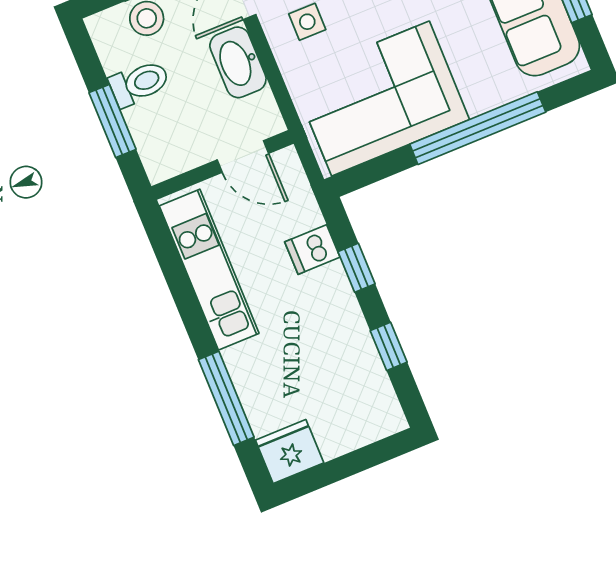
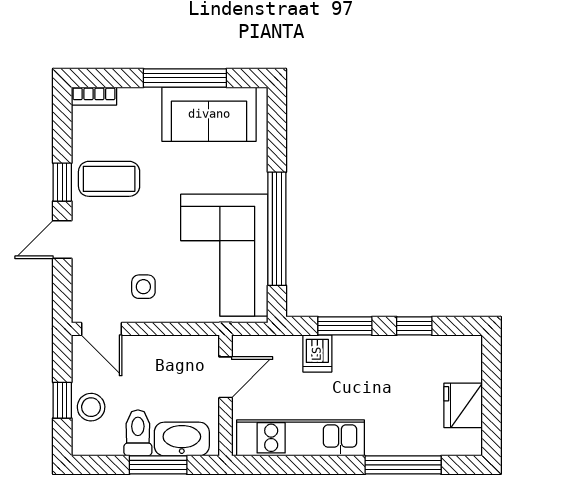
washbasin: (238, 62) -> (182, 439), moved, turned 180
window: (478, 128) -> (277, 229), moved
window: (356, 268) -> (345, 326), width x1.50
fridge: (290, 452) -> (463, 405), moved

